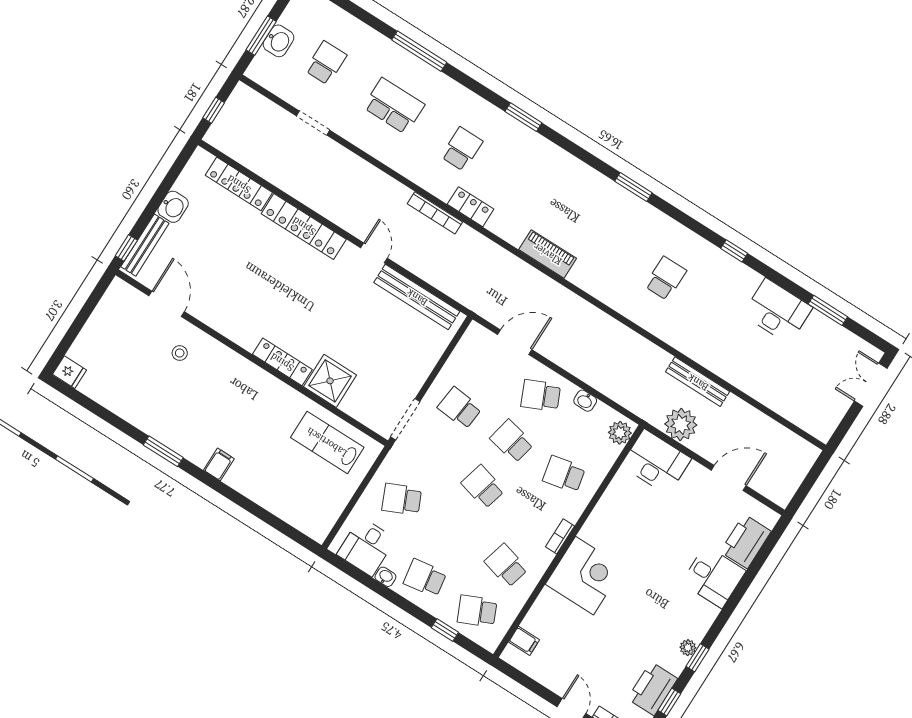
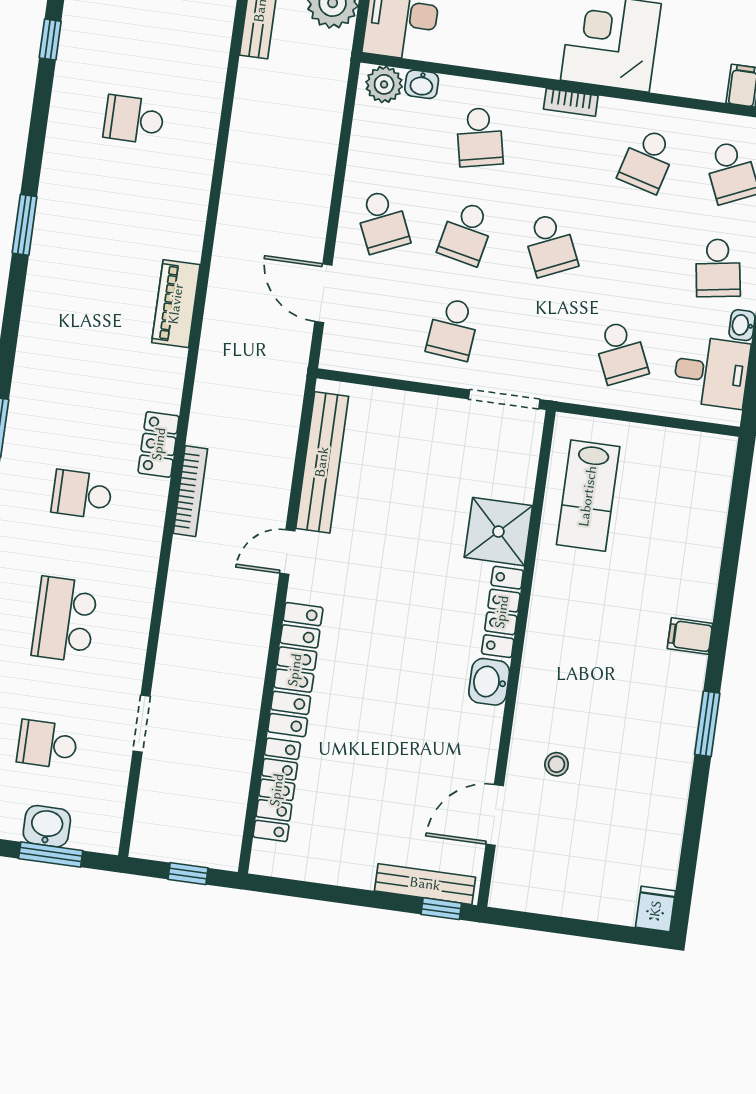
washbasin: (173, 207) -> (489, 682), moved, turned -90
washbasin: (585, 401) -> (422, 84), moved, turned 90
school desk: (483, 487) -> (550, 245), turned -39

